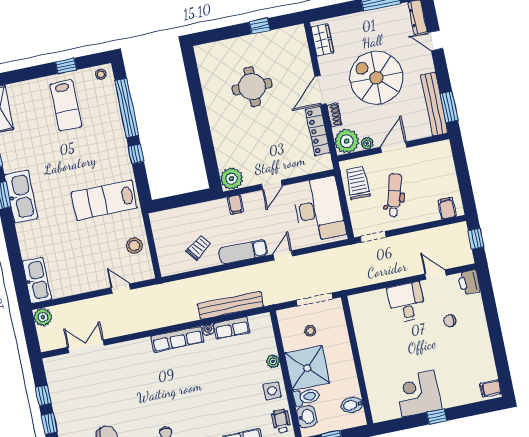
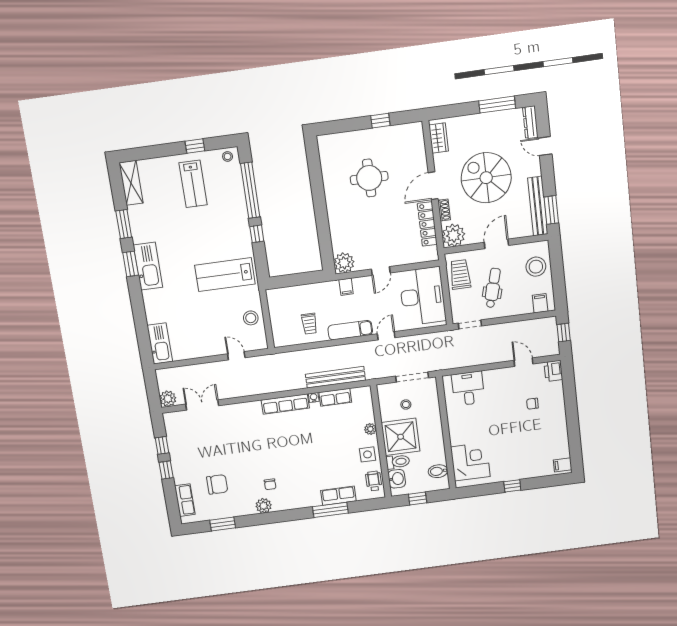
plant: (367, 143) -> (472, 238), removed
stool: (439, 169) -> (536, 267), added
trolley: (198, 248) -> (309, 324), turned 128
desk: (407, 302) -> (468, 388), moved
plant: (43, 317) -> (168, 399), moved
corner desk: (418, 394) -> (470, 462), moved, turned 90

